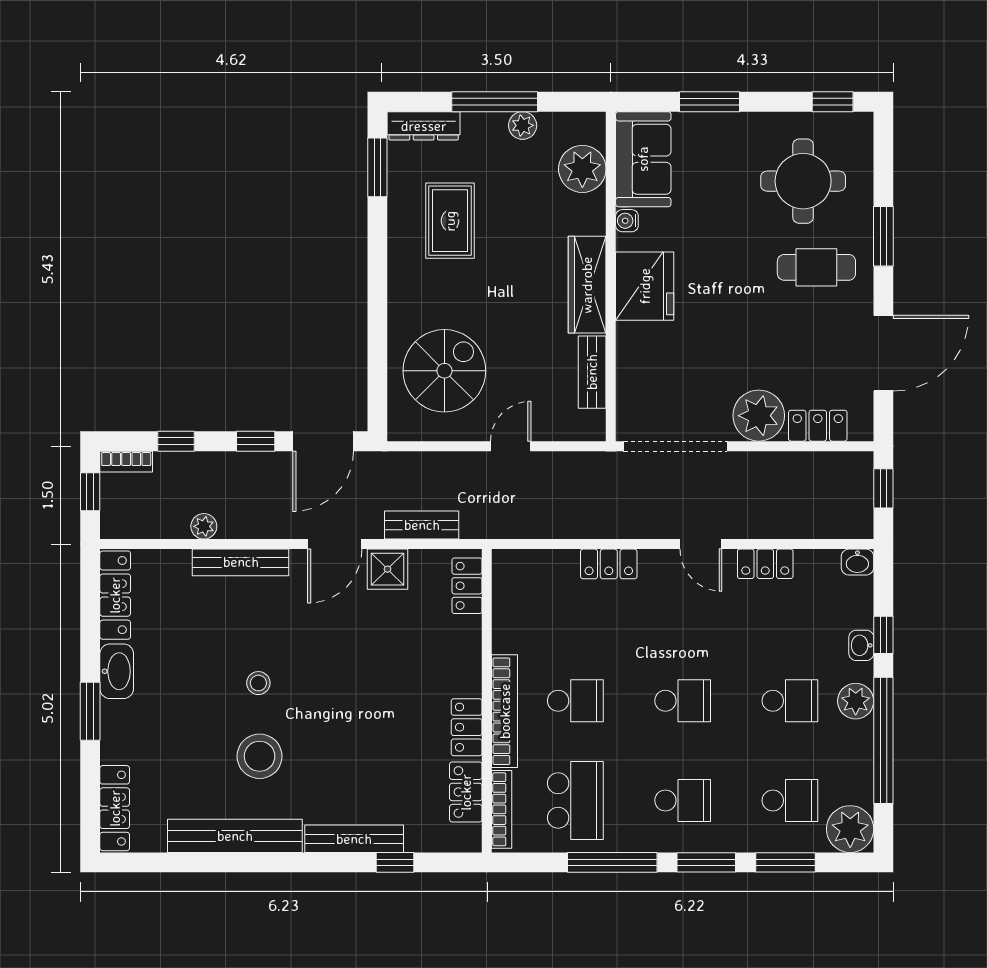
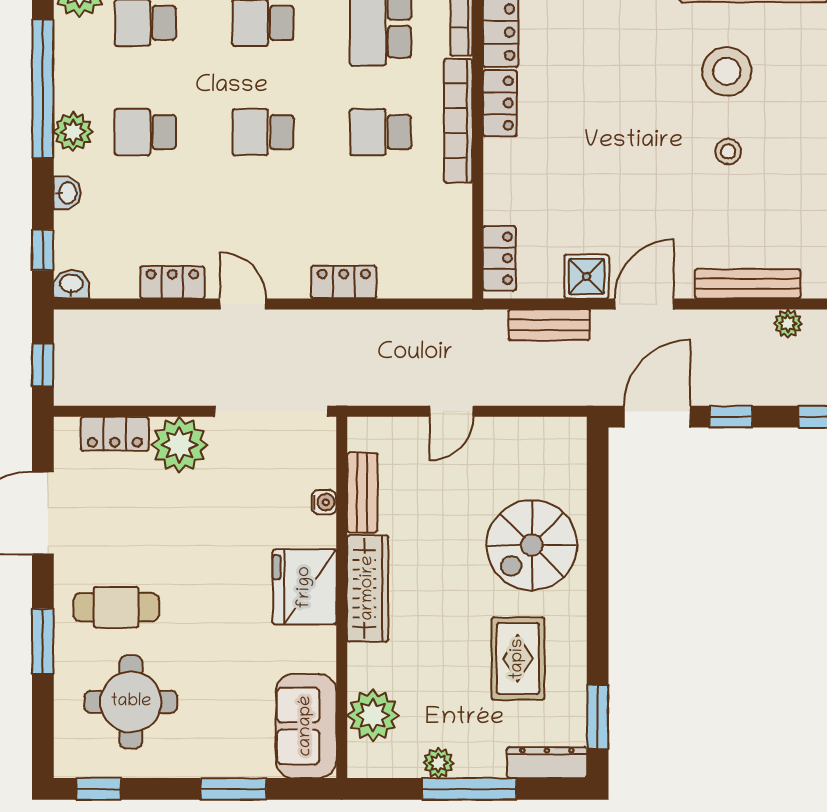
water cooler: (627, 221) -> (324, 502), moved
spiral stairs: (444, 371) -> (532, 545), moved
window: (883, 635) -> (43, 250), moved

